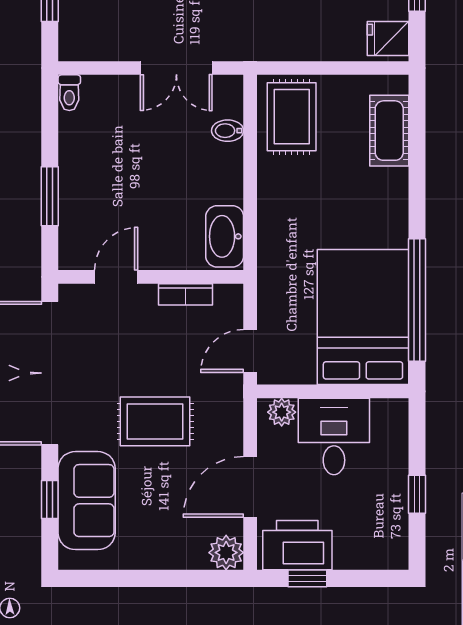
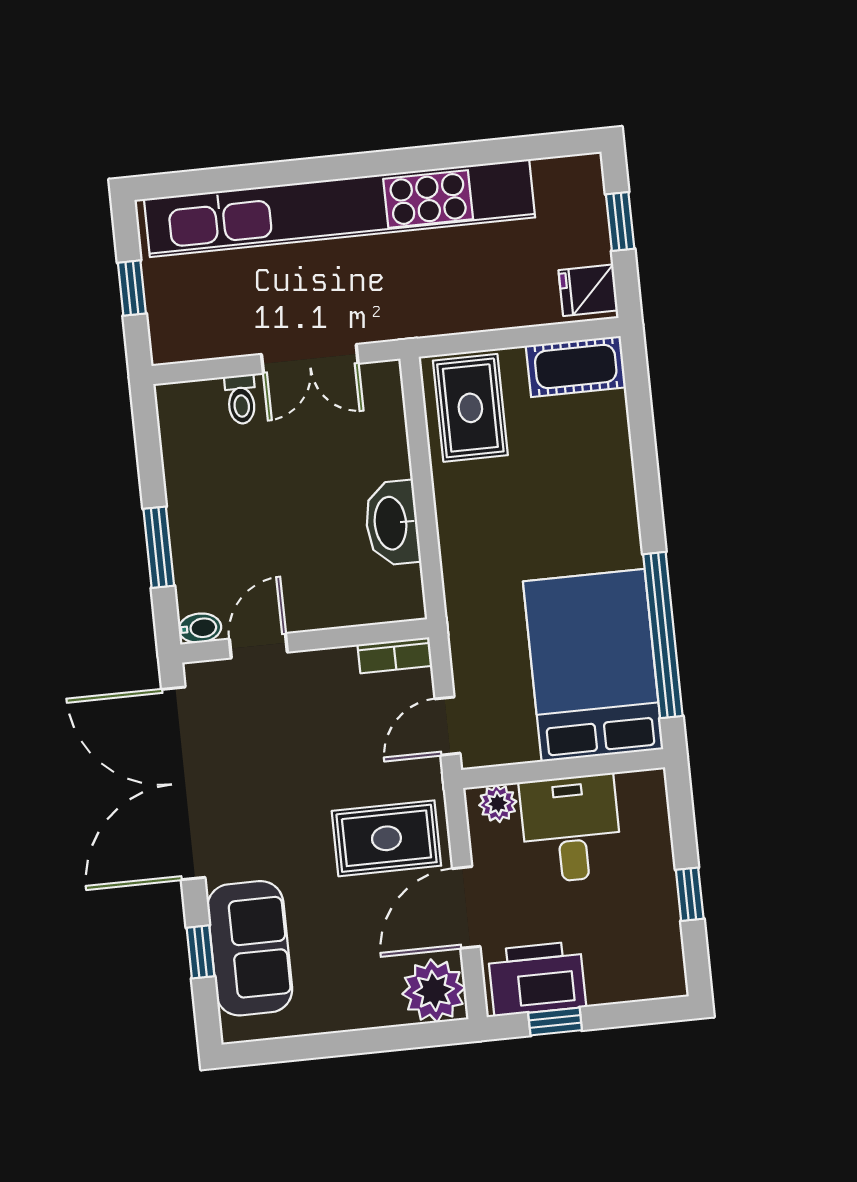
toilet: (69, 93) -> (241, 399), moved
bidet: (228, 131) -> (200, 628), moved, turned 180
cot: (389, 131) -> (576, 366), moved, turned 90
washbasin: (225, 236) -> (392, 523), moved
bookcase: (185, 294) -> (395, 655), moved
rug: (155, 421) -> (386, 838), moved
plant: (226, 553) -> (434, 991), width x1.36, depth x1.36

